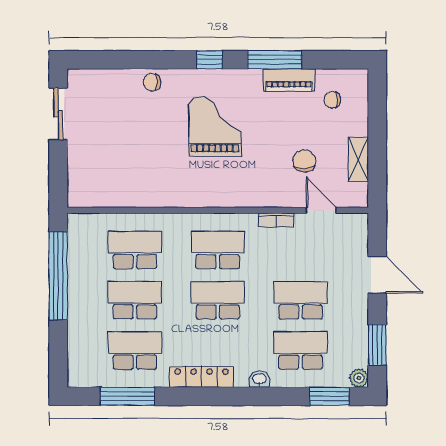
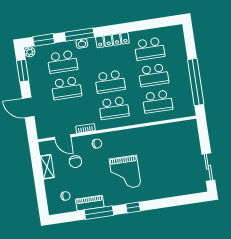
chair: (152, 82) -> (97, 144), moved
window: (127, 396) -> (79, 35), moved

